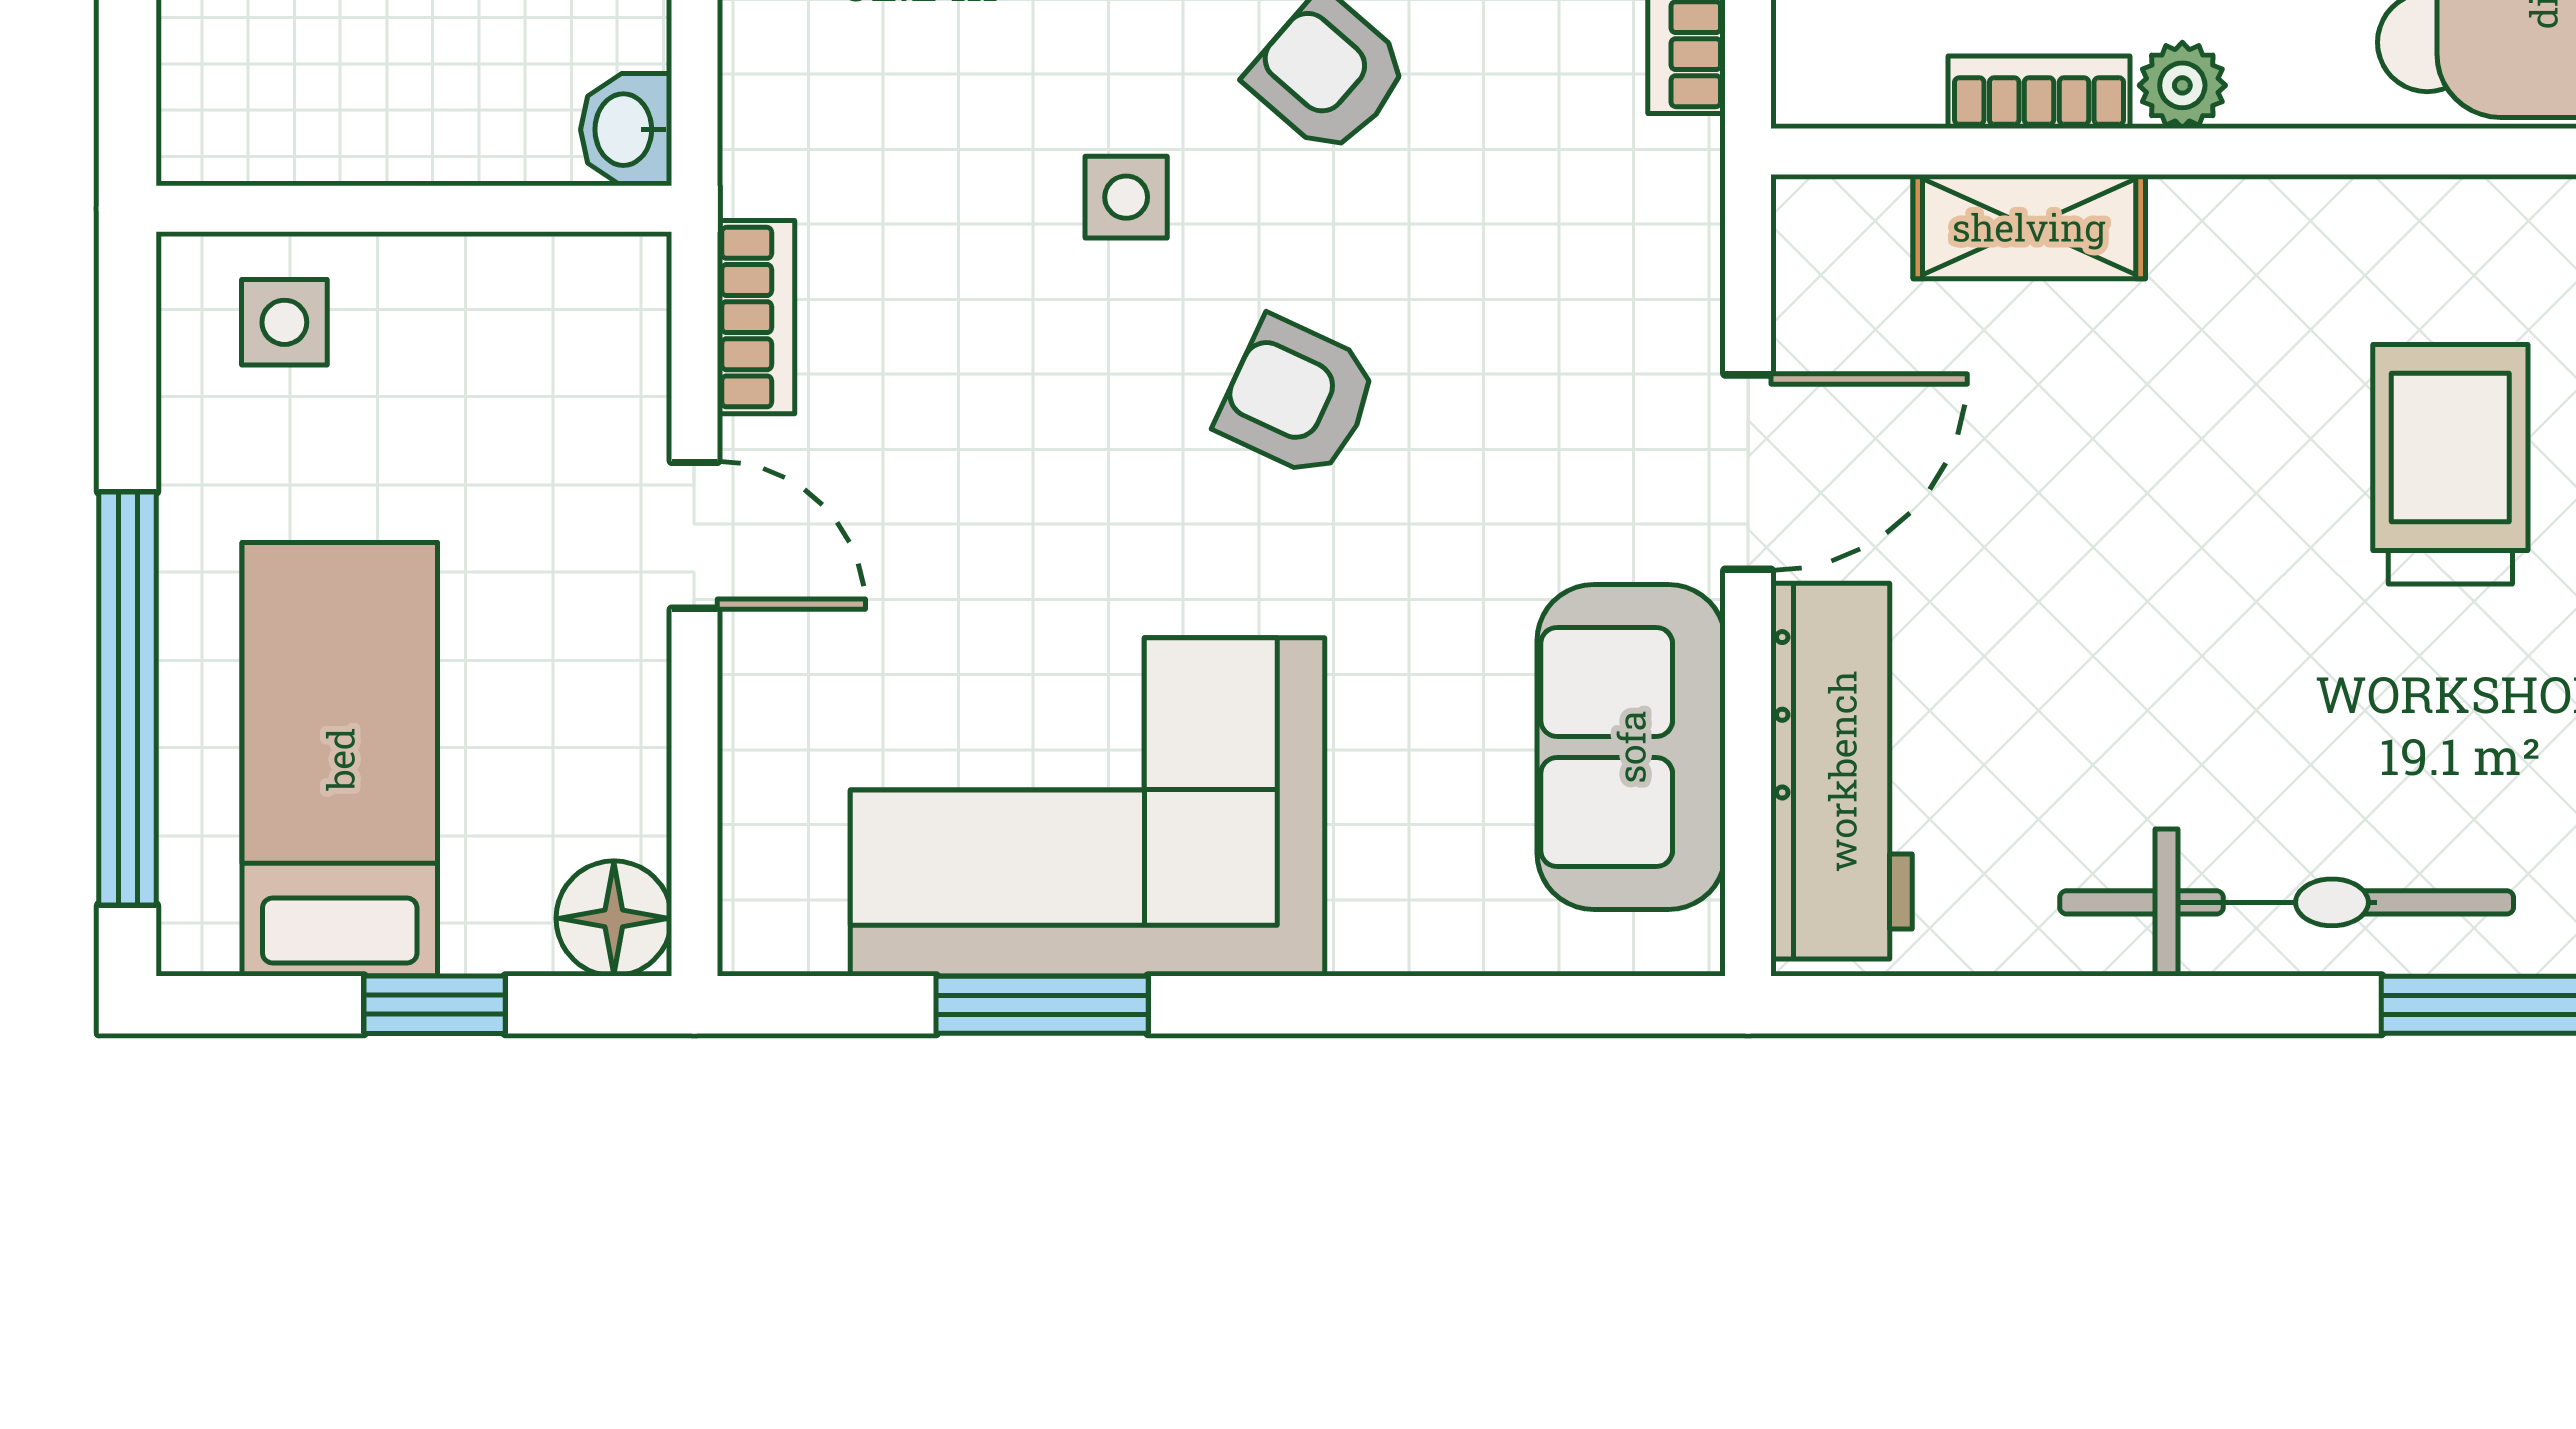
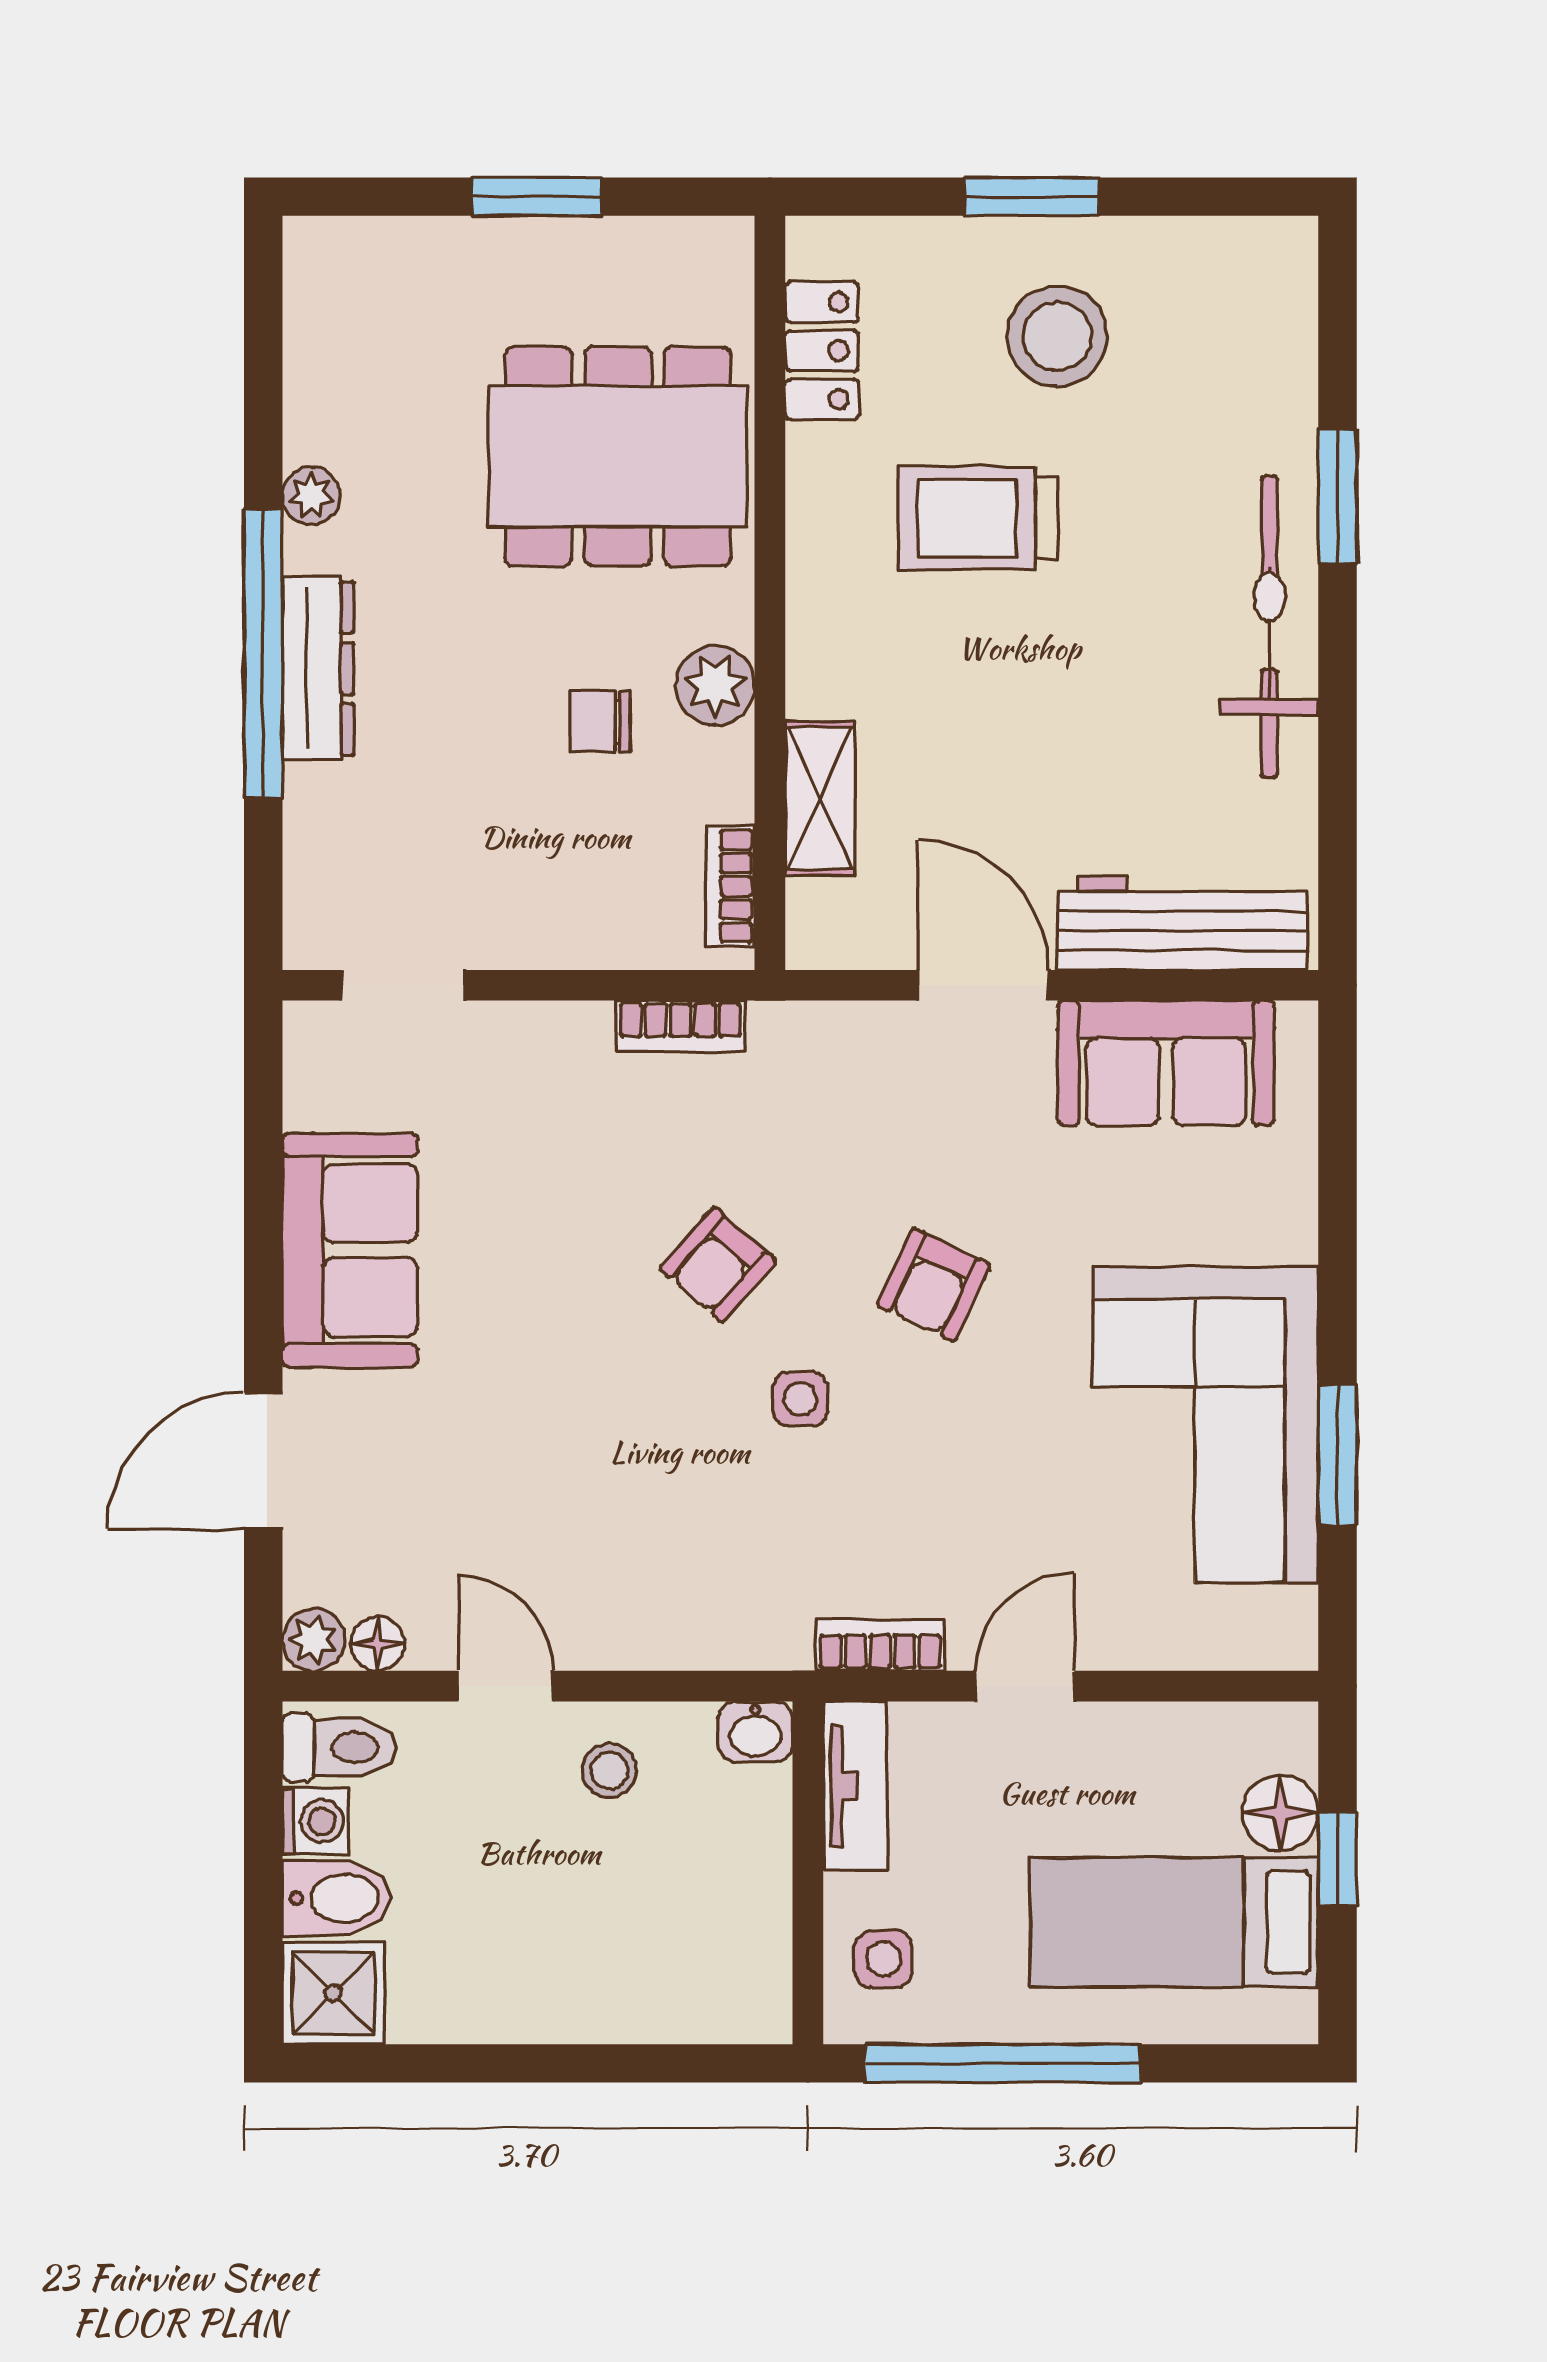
plant: (2182, 85) -> (715, 686), width x1.38, depth x1.38
bookcase: (2039, 92) -> (730, 886), moved
tv unit: (545, 280) -> (855, 1786), added
window: (128, 699) -> (1002, 2063), moved
floor lamp: (614, 918) -> (1280, 1813), moved

